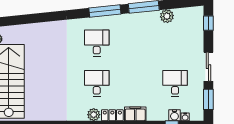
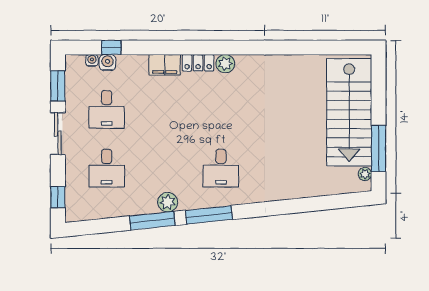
plant: (167, 16) -> (168, 202), moved
desk: (97, 83) -> (107, 168), moved

